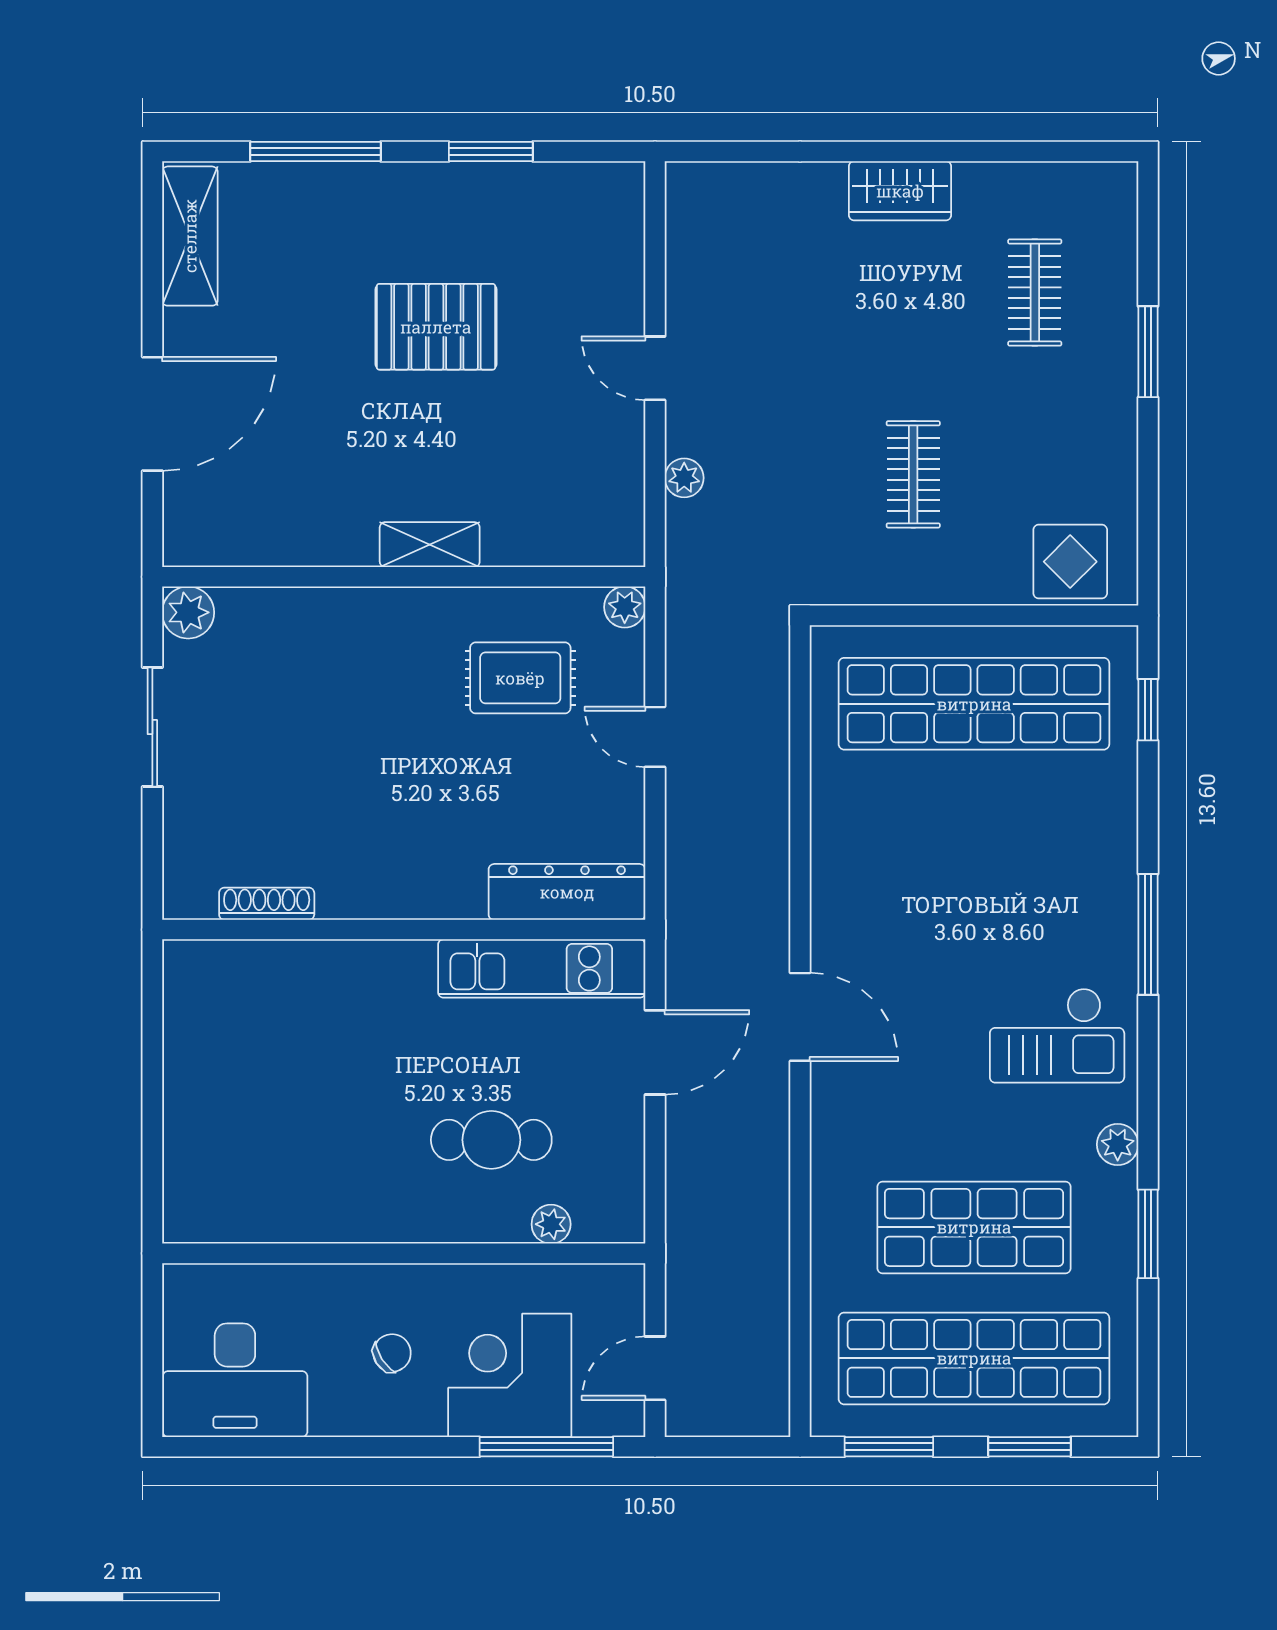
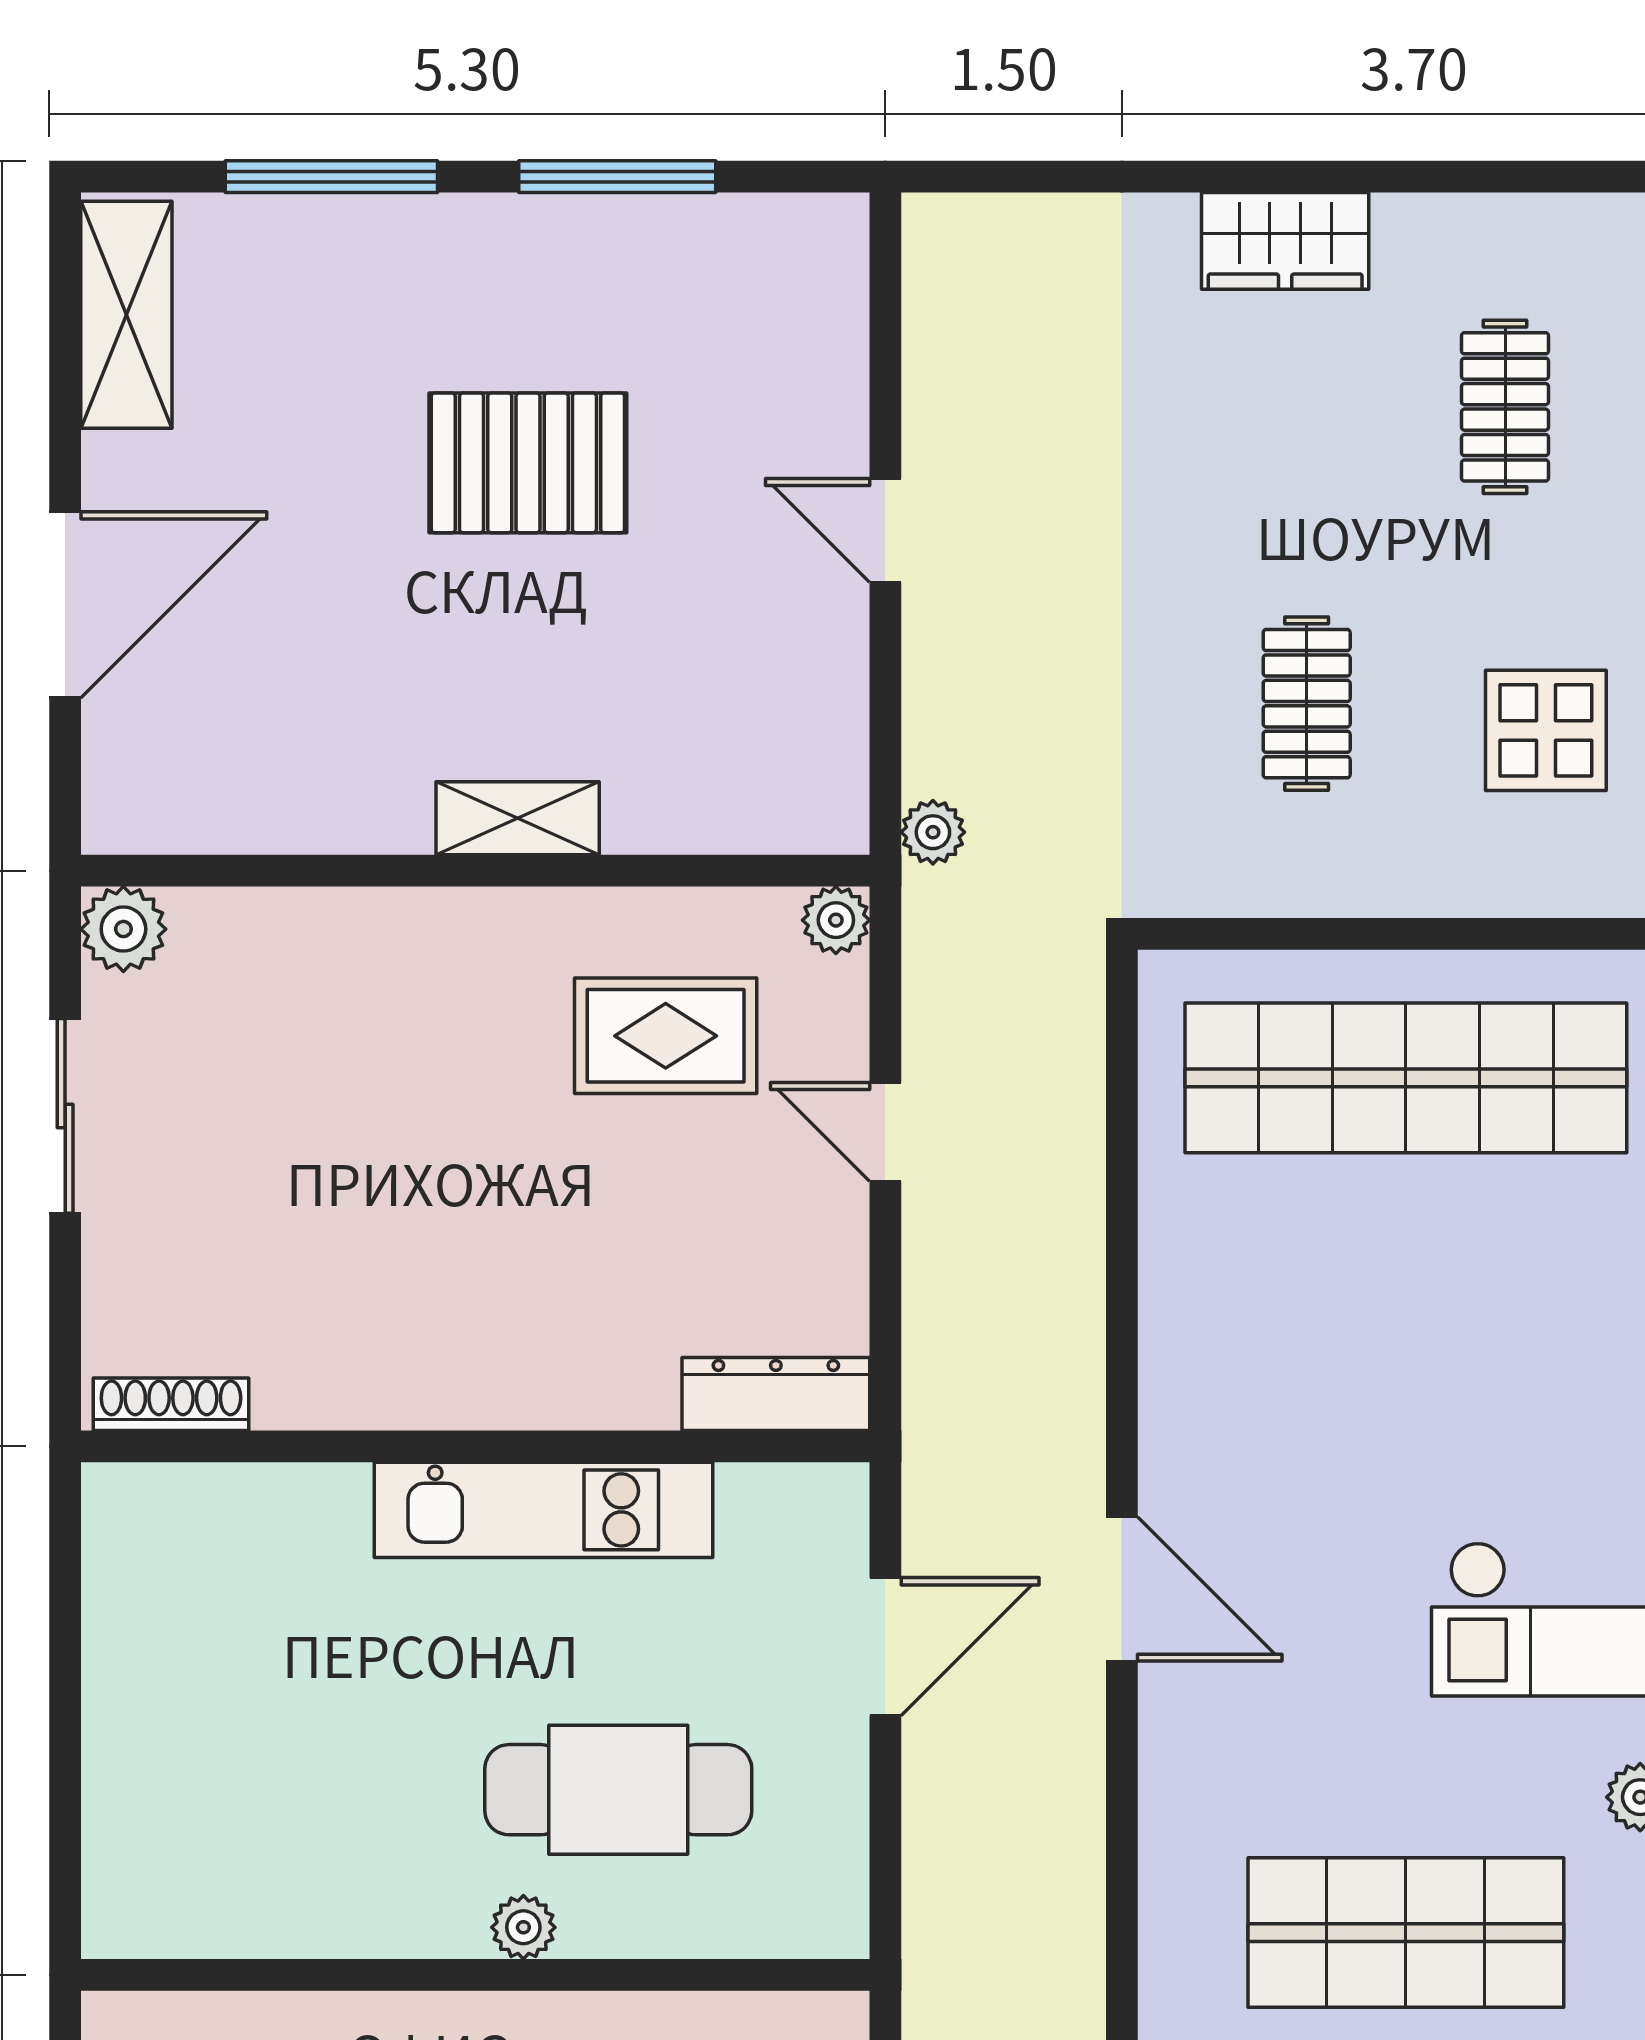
window: (491, 151) -> (617, 177), width x1.44
plant: (684, 478) -> (933, 832), moved
display table: (1070, 562) -> (1546, 730), moved
dresser: (567, 892) -> (776, 1394), width x0.73, depth x0.80
shoe rack: (267, 904) -> (171, 1404), moved
kitchen unit: (542, 968) -> (543, 1510), moved
cafe table: (491, 1140) -> (618, 1790), width x1.37, depth x1.35
plant: (551, 1224) -> (523, 1927), moved

